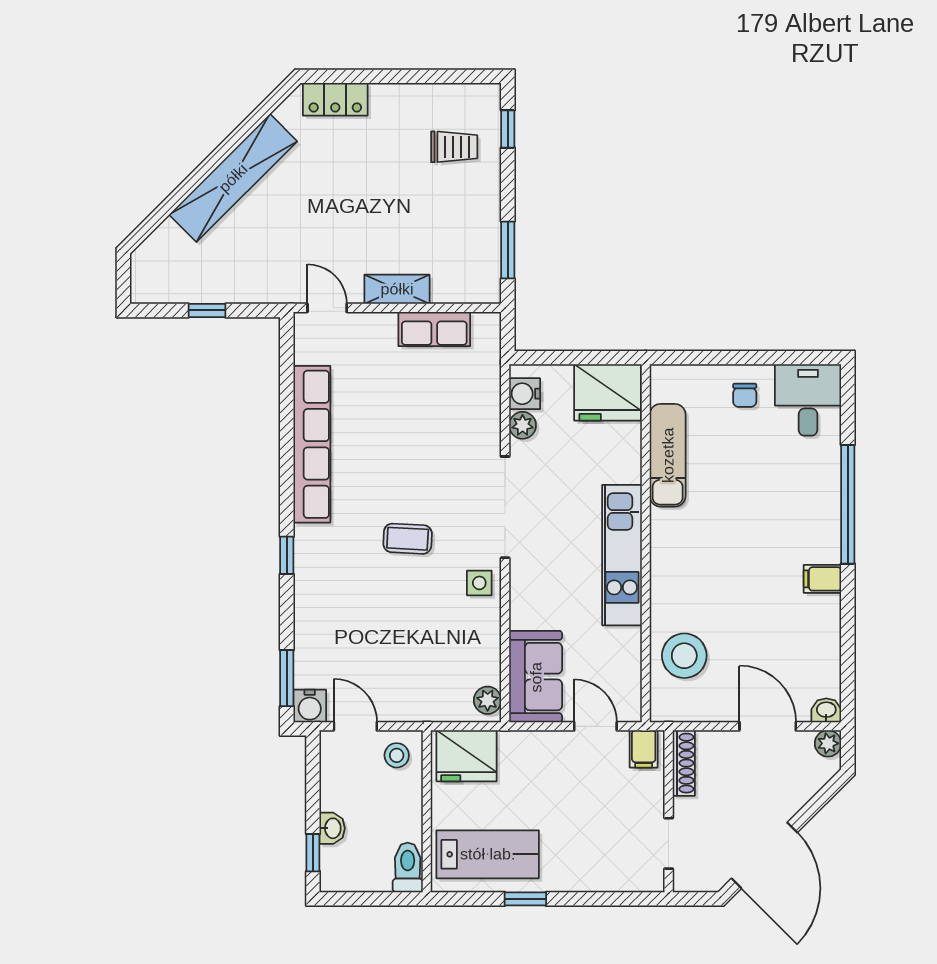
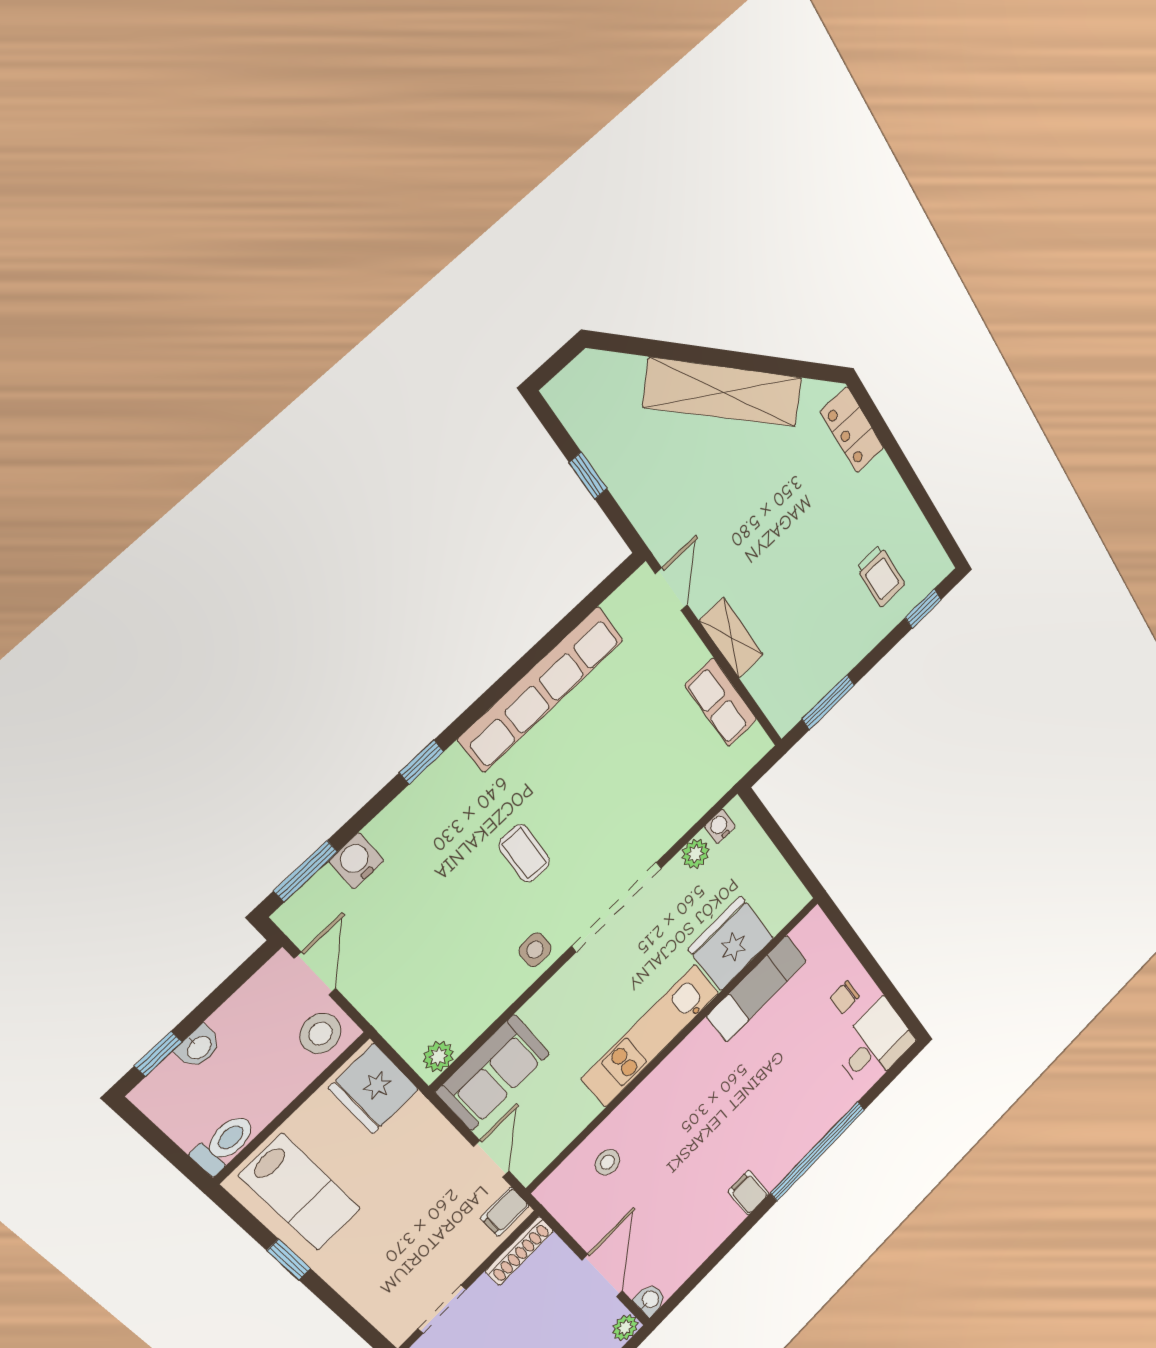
fridge: (608, 392) -> (731, 943), moved, turned 90
water cooler: (525, 394) -> (720, 826), width x0.72, depth x0.72
stool: (684, 656) -> (607, 1162), width x0.53, depth x0.53
water cooler: (310, 706) -> (356, 861), moved, turned 90
stool: (397, 755) -> (320, 1033), width x1.37, depth x1.37

